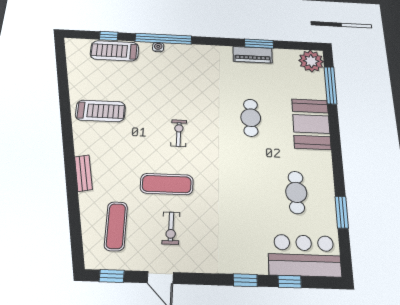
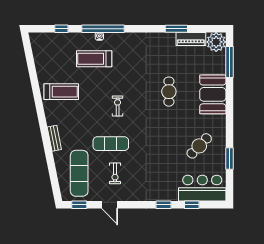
treadmill: (115, 51) -> (94, 59), moved
piano: (253, 55) -> (191, 39), moved
cafe table: (296, 192) -> (199, 146), turned 44
exercise mat: (116, 226) -> (79, 173), width x1.36, depth x1.45

